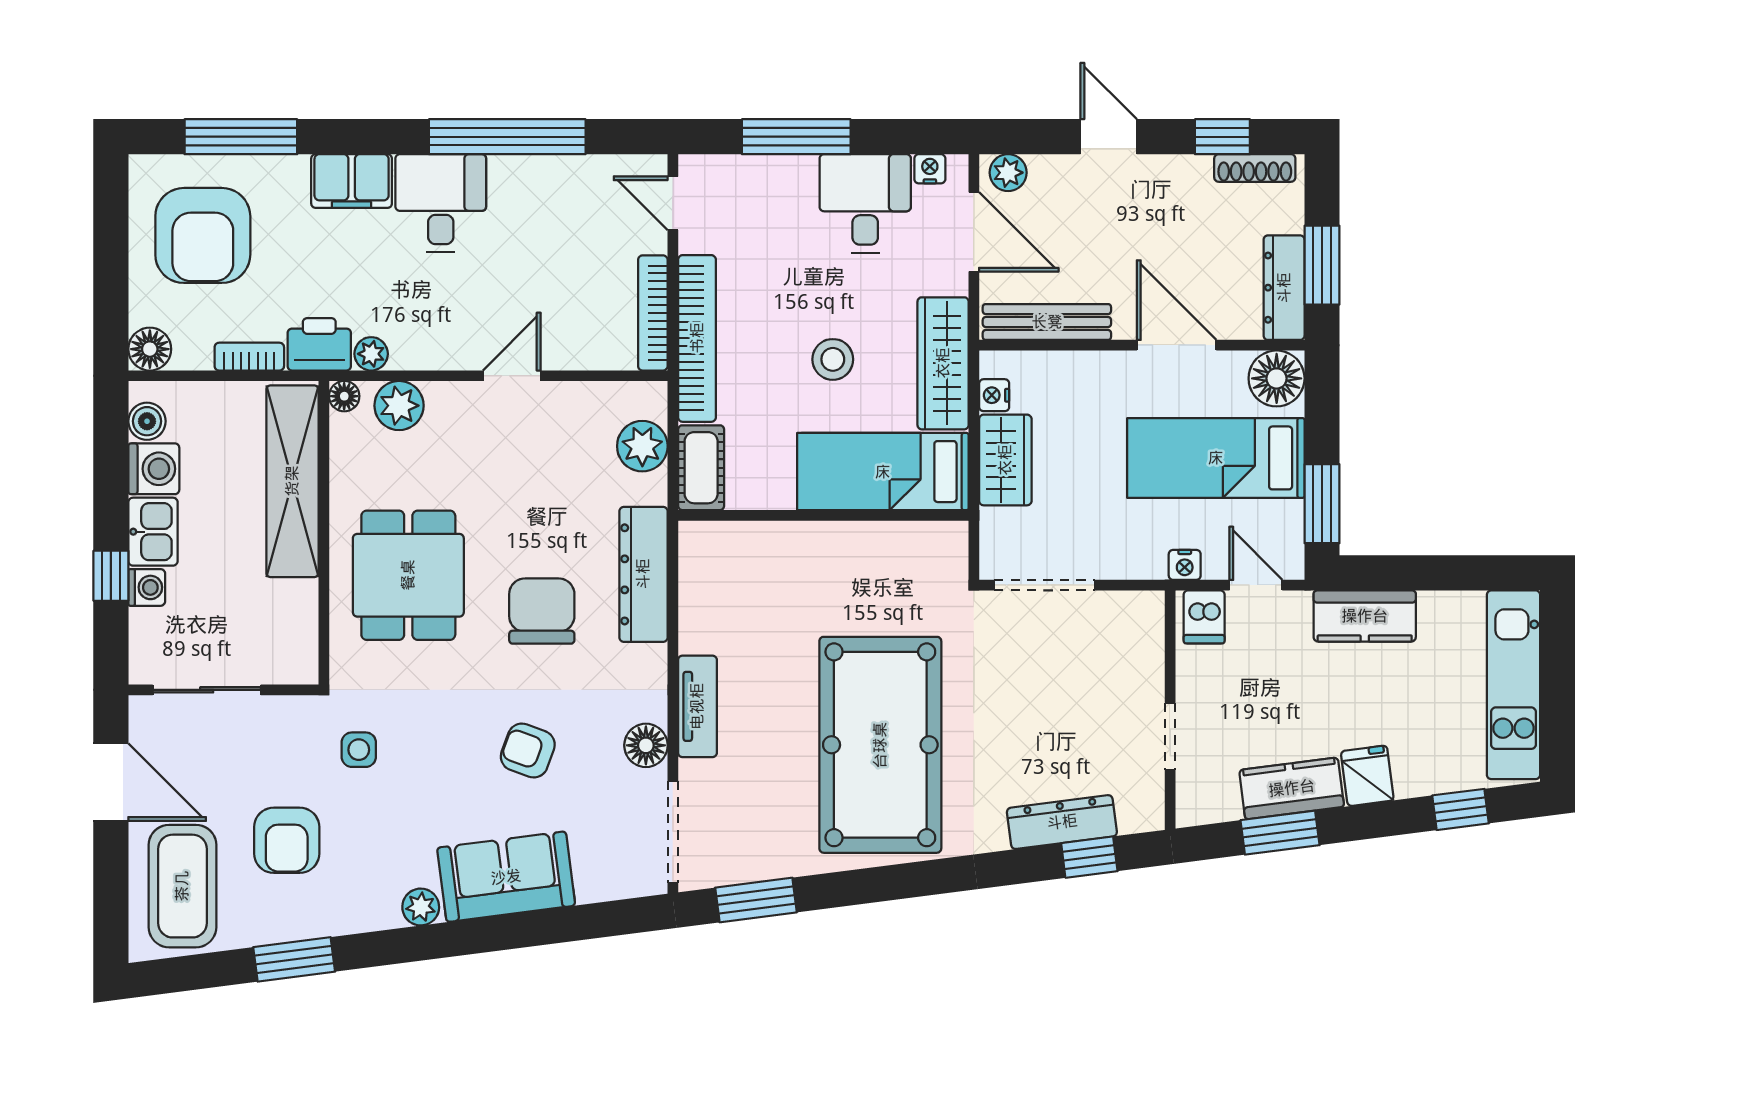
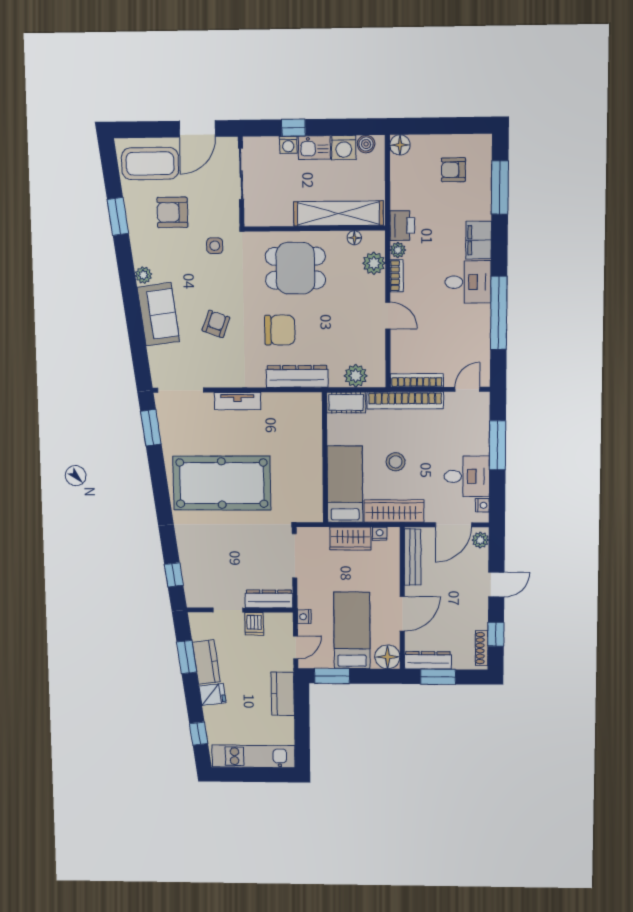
armchair: (203, 235) -> (453, 170), width x0.53, depth x0.53
bookcase: (249, 357) -> (397, 276), moved
floor lamp: (344, 396) -> (354, 238), moved
dishwasher: (1204, 617) -> (254, 624), moved, turned -90
floor lamp: (646, 745) -> (219, 378), removed
dresser: (1062, 822) -> (269, 599), moved, turned -83

